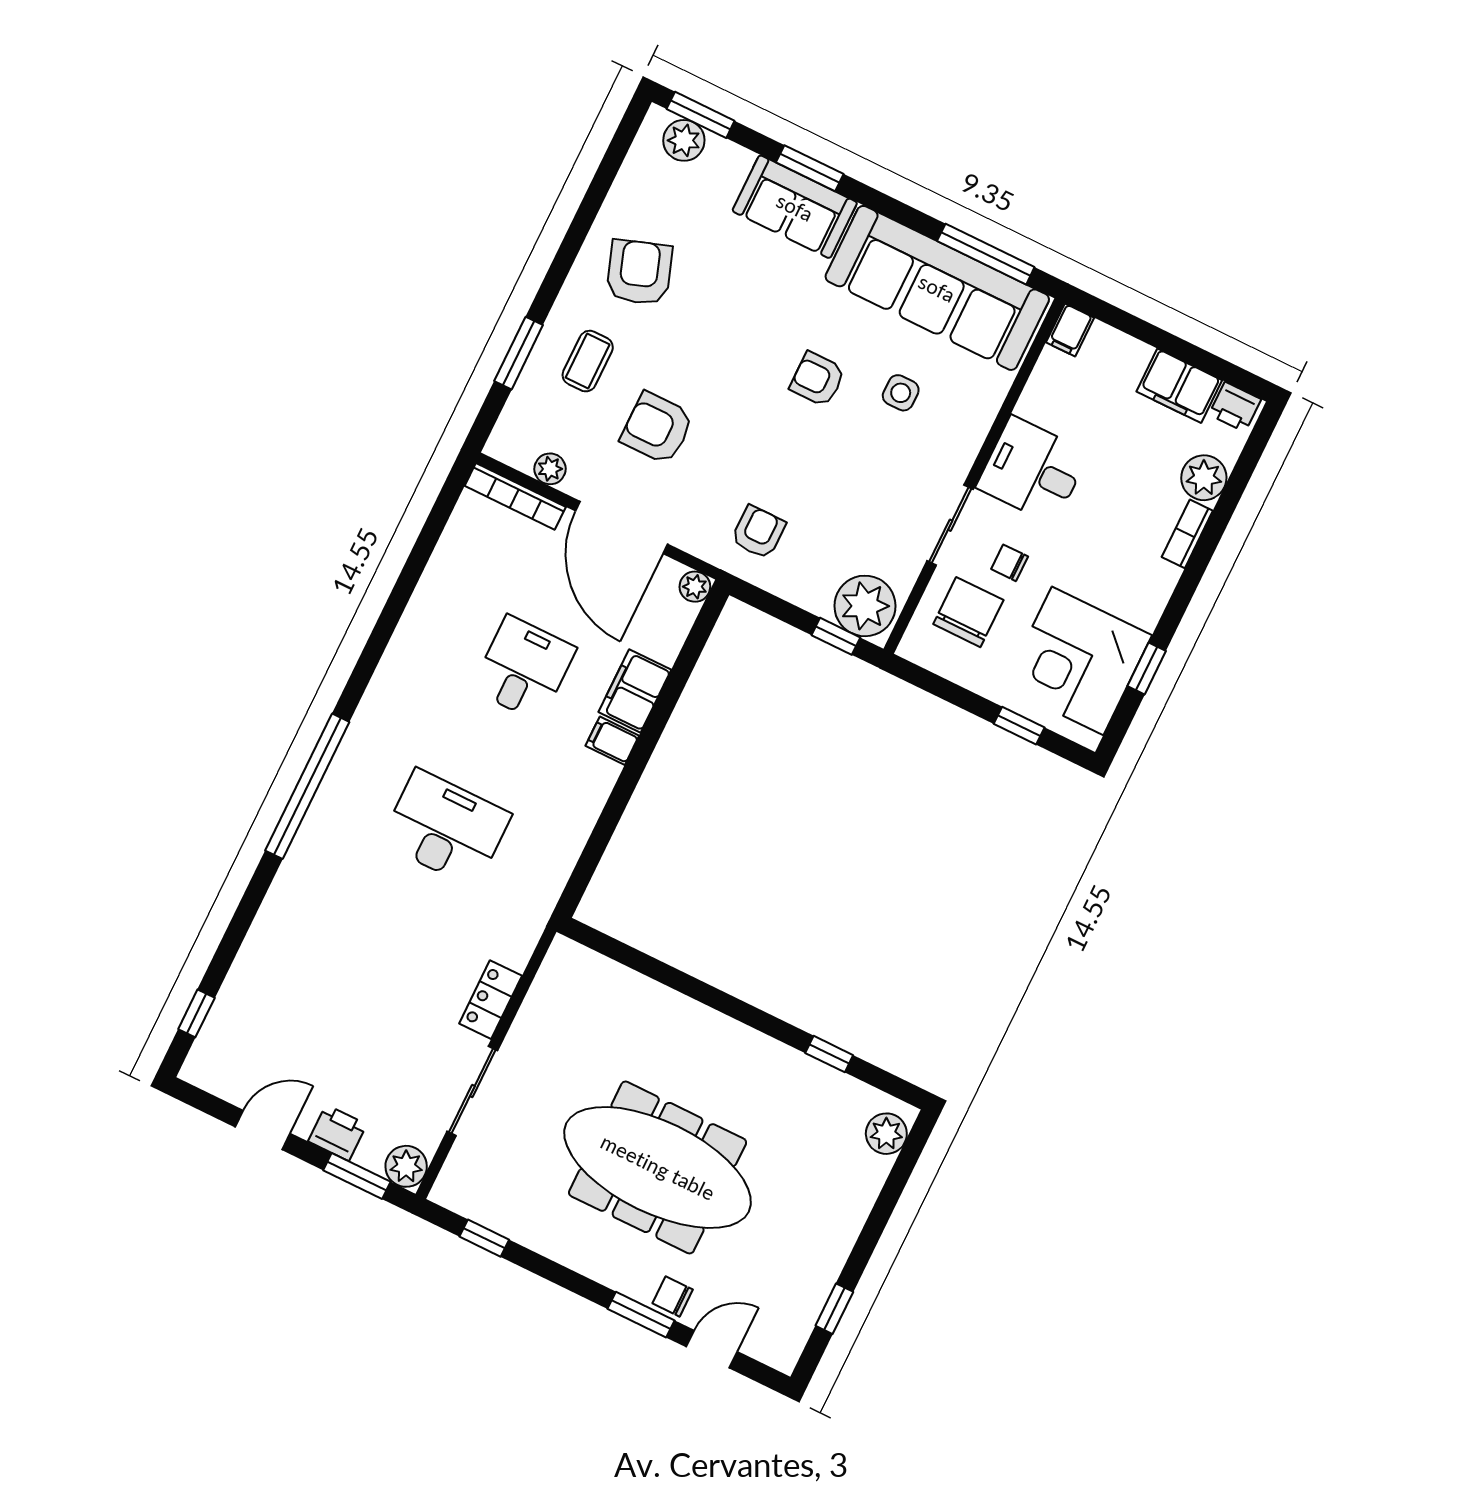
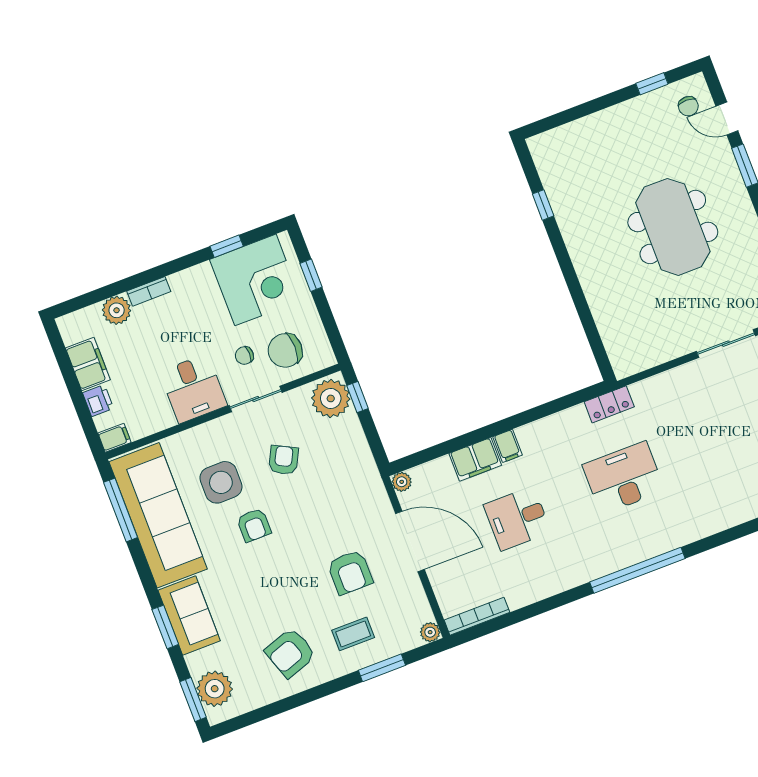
plant: (684, 140) -> (215, 689), width x1.36, depth x1.36
side table: (901, 393) -> (221, 482), width x1.87, depth x1.87
printer: (1235, 407) -> (98, 401), moved
plant: (550, 469) -> (430, 632), moved
bookcase: (515, 496) -> (477, 616), moved, turned -90
door: (622, 527) -> (410, 541), hinge flipped
armchair: (758, 532) -> (283, 460), moved, turned 117
chair: (1010, 563) -> (244, 355), turned 90
window: (307, 786) -> (637, 570), moved
desk: (446, 828) -> (624, 478), turned 90
locker: (491, 1000) -> (609, 404), moved
plant: (886, 1134) -> (551, 143), removed
meeting table: (658, 1167) -> (673, 227), width x0.73
chair: (673, 1296) -> (688, 106), moved

